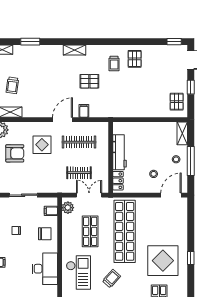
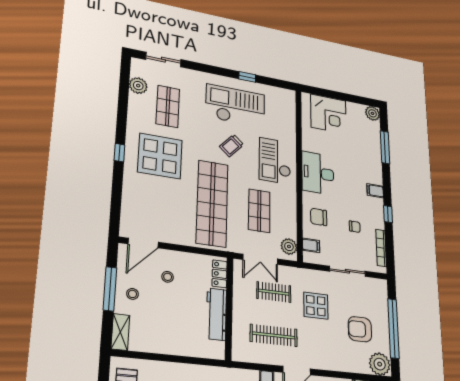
display table: (42, 145) -> (316, 306), moved

